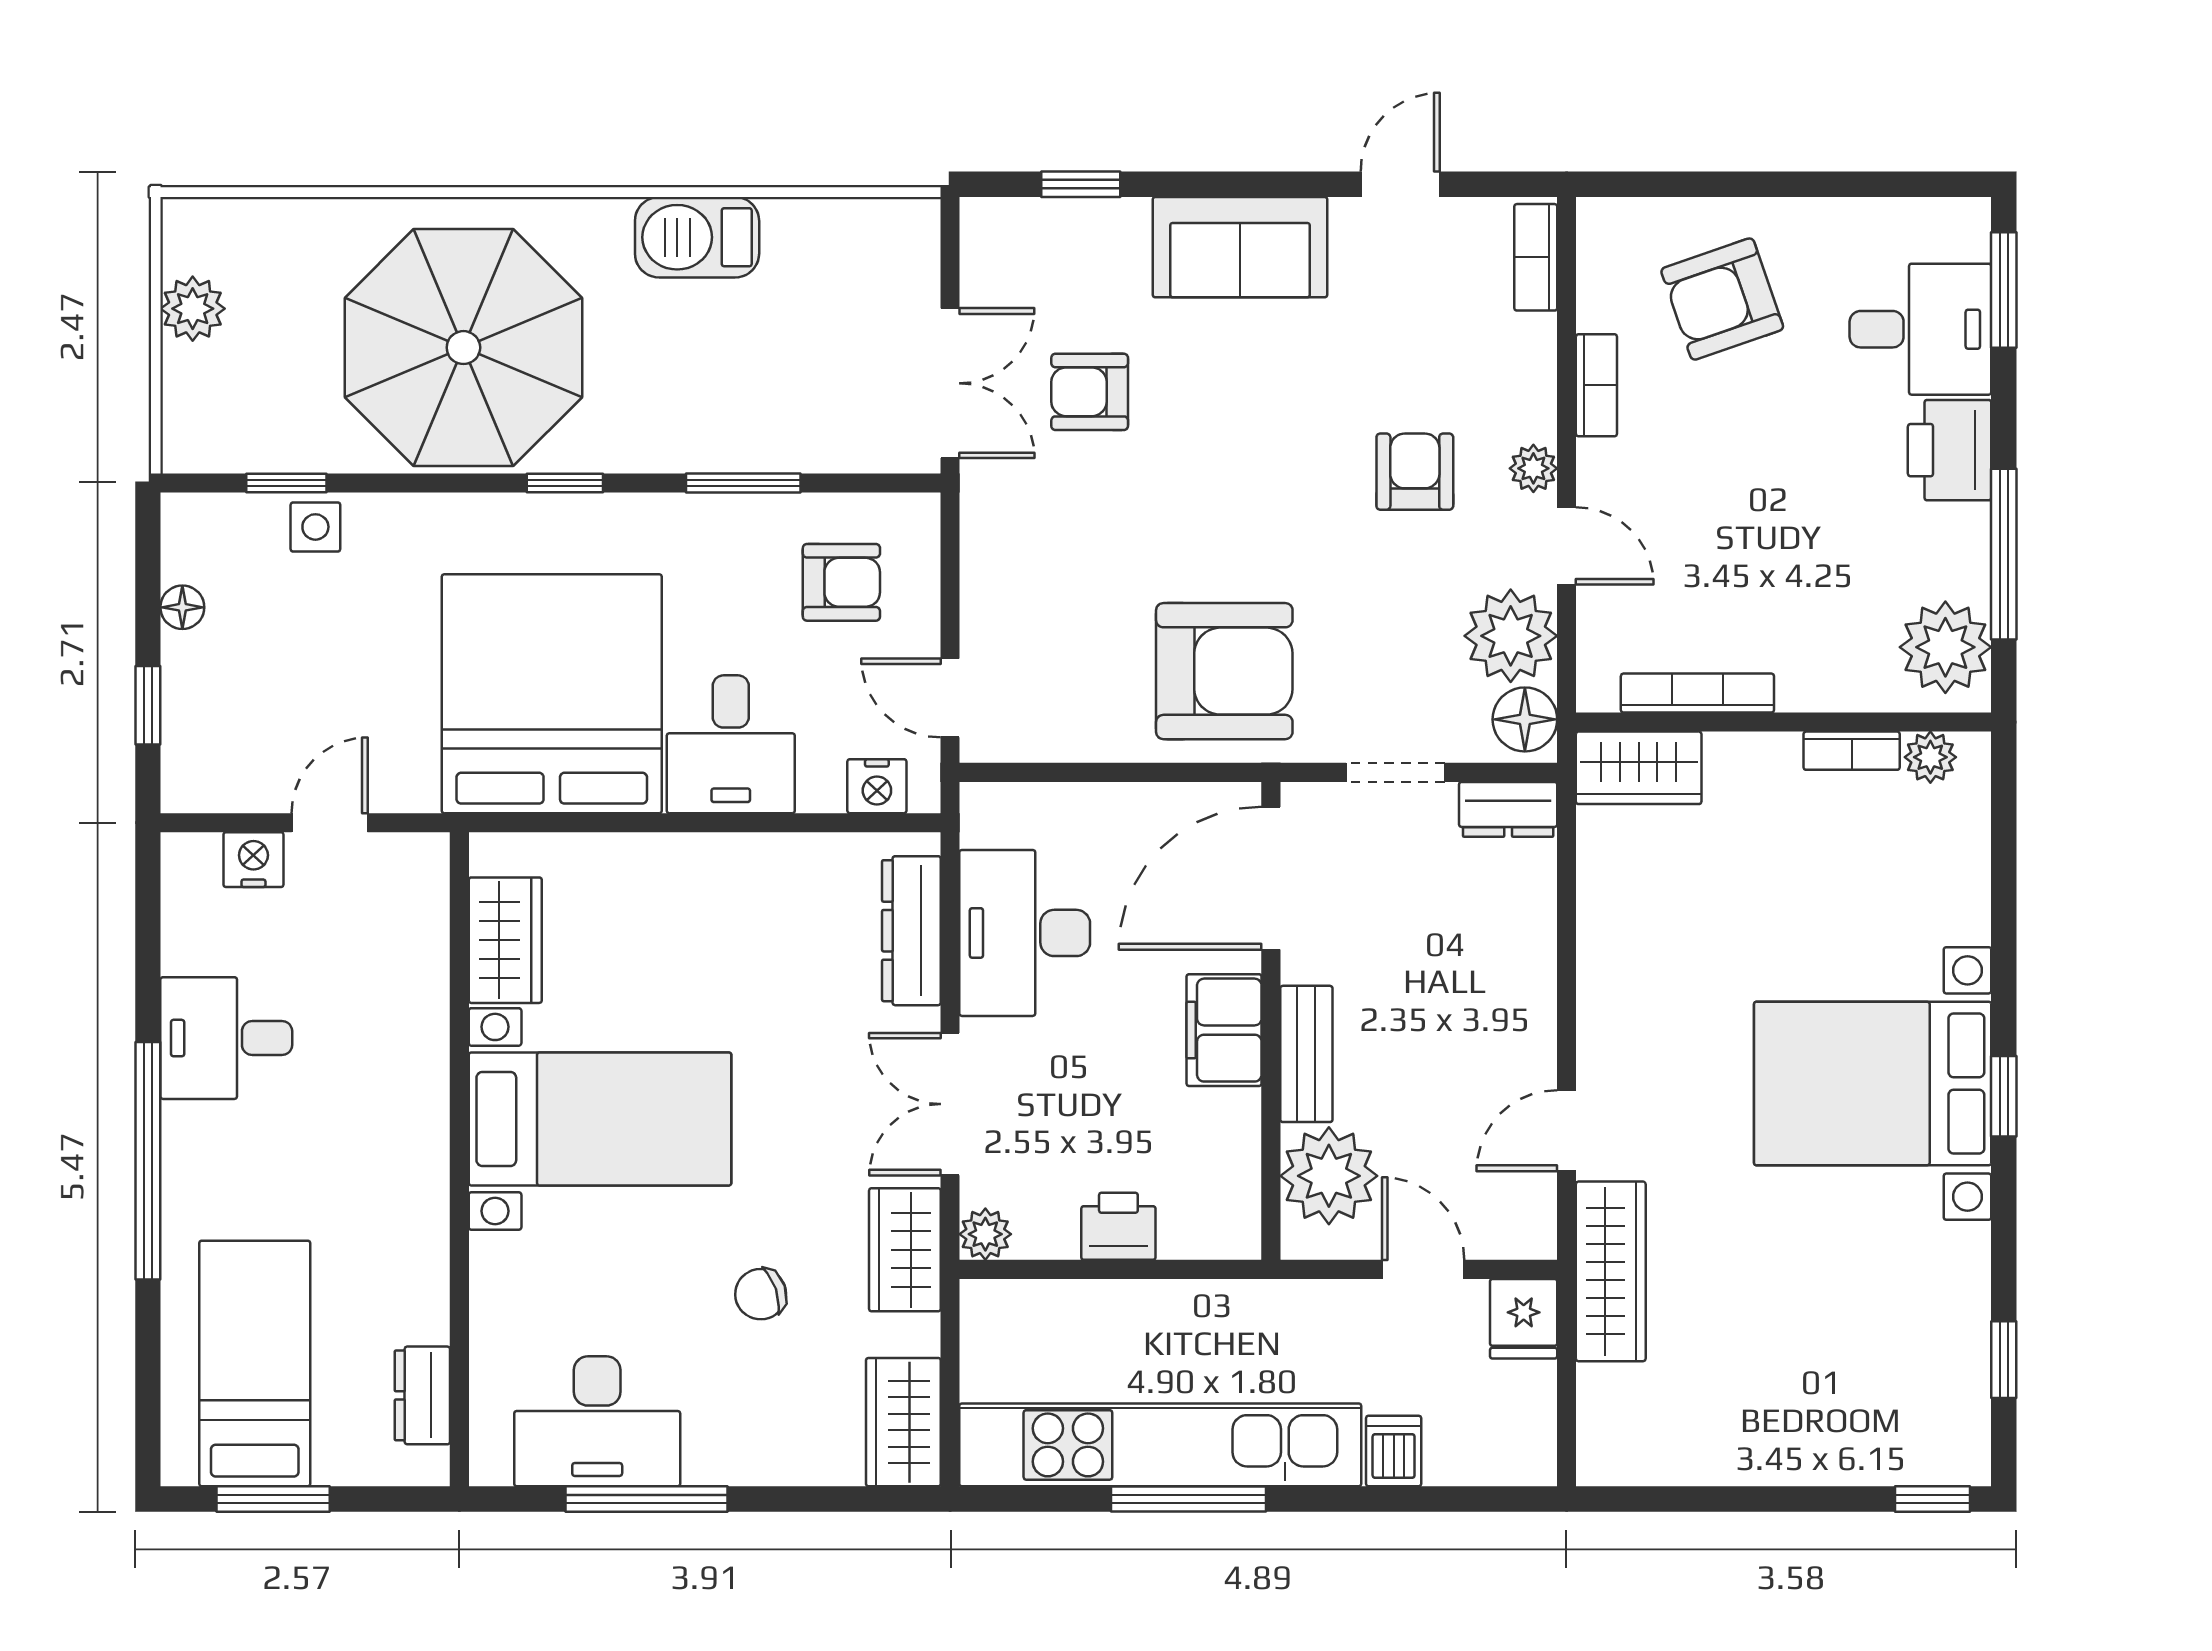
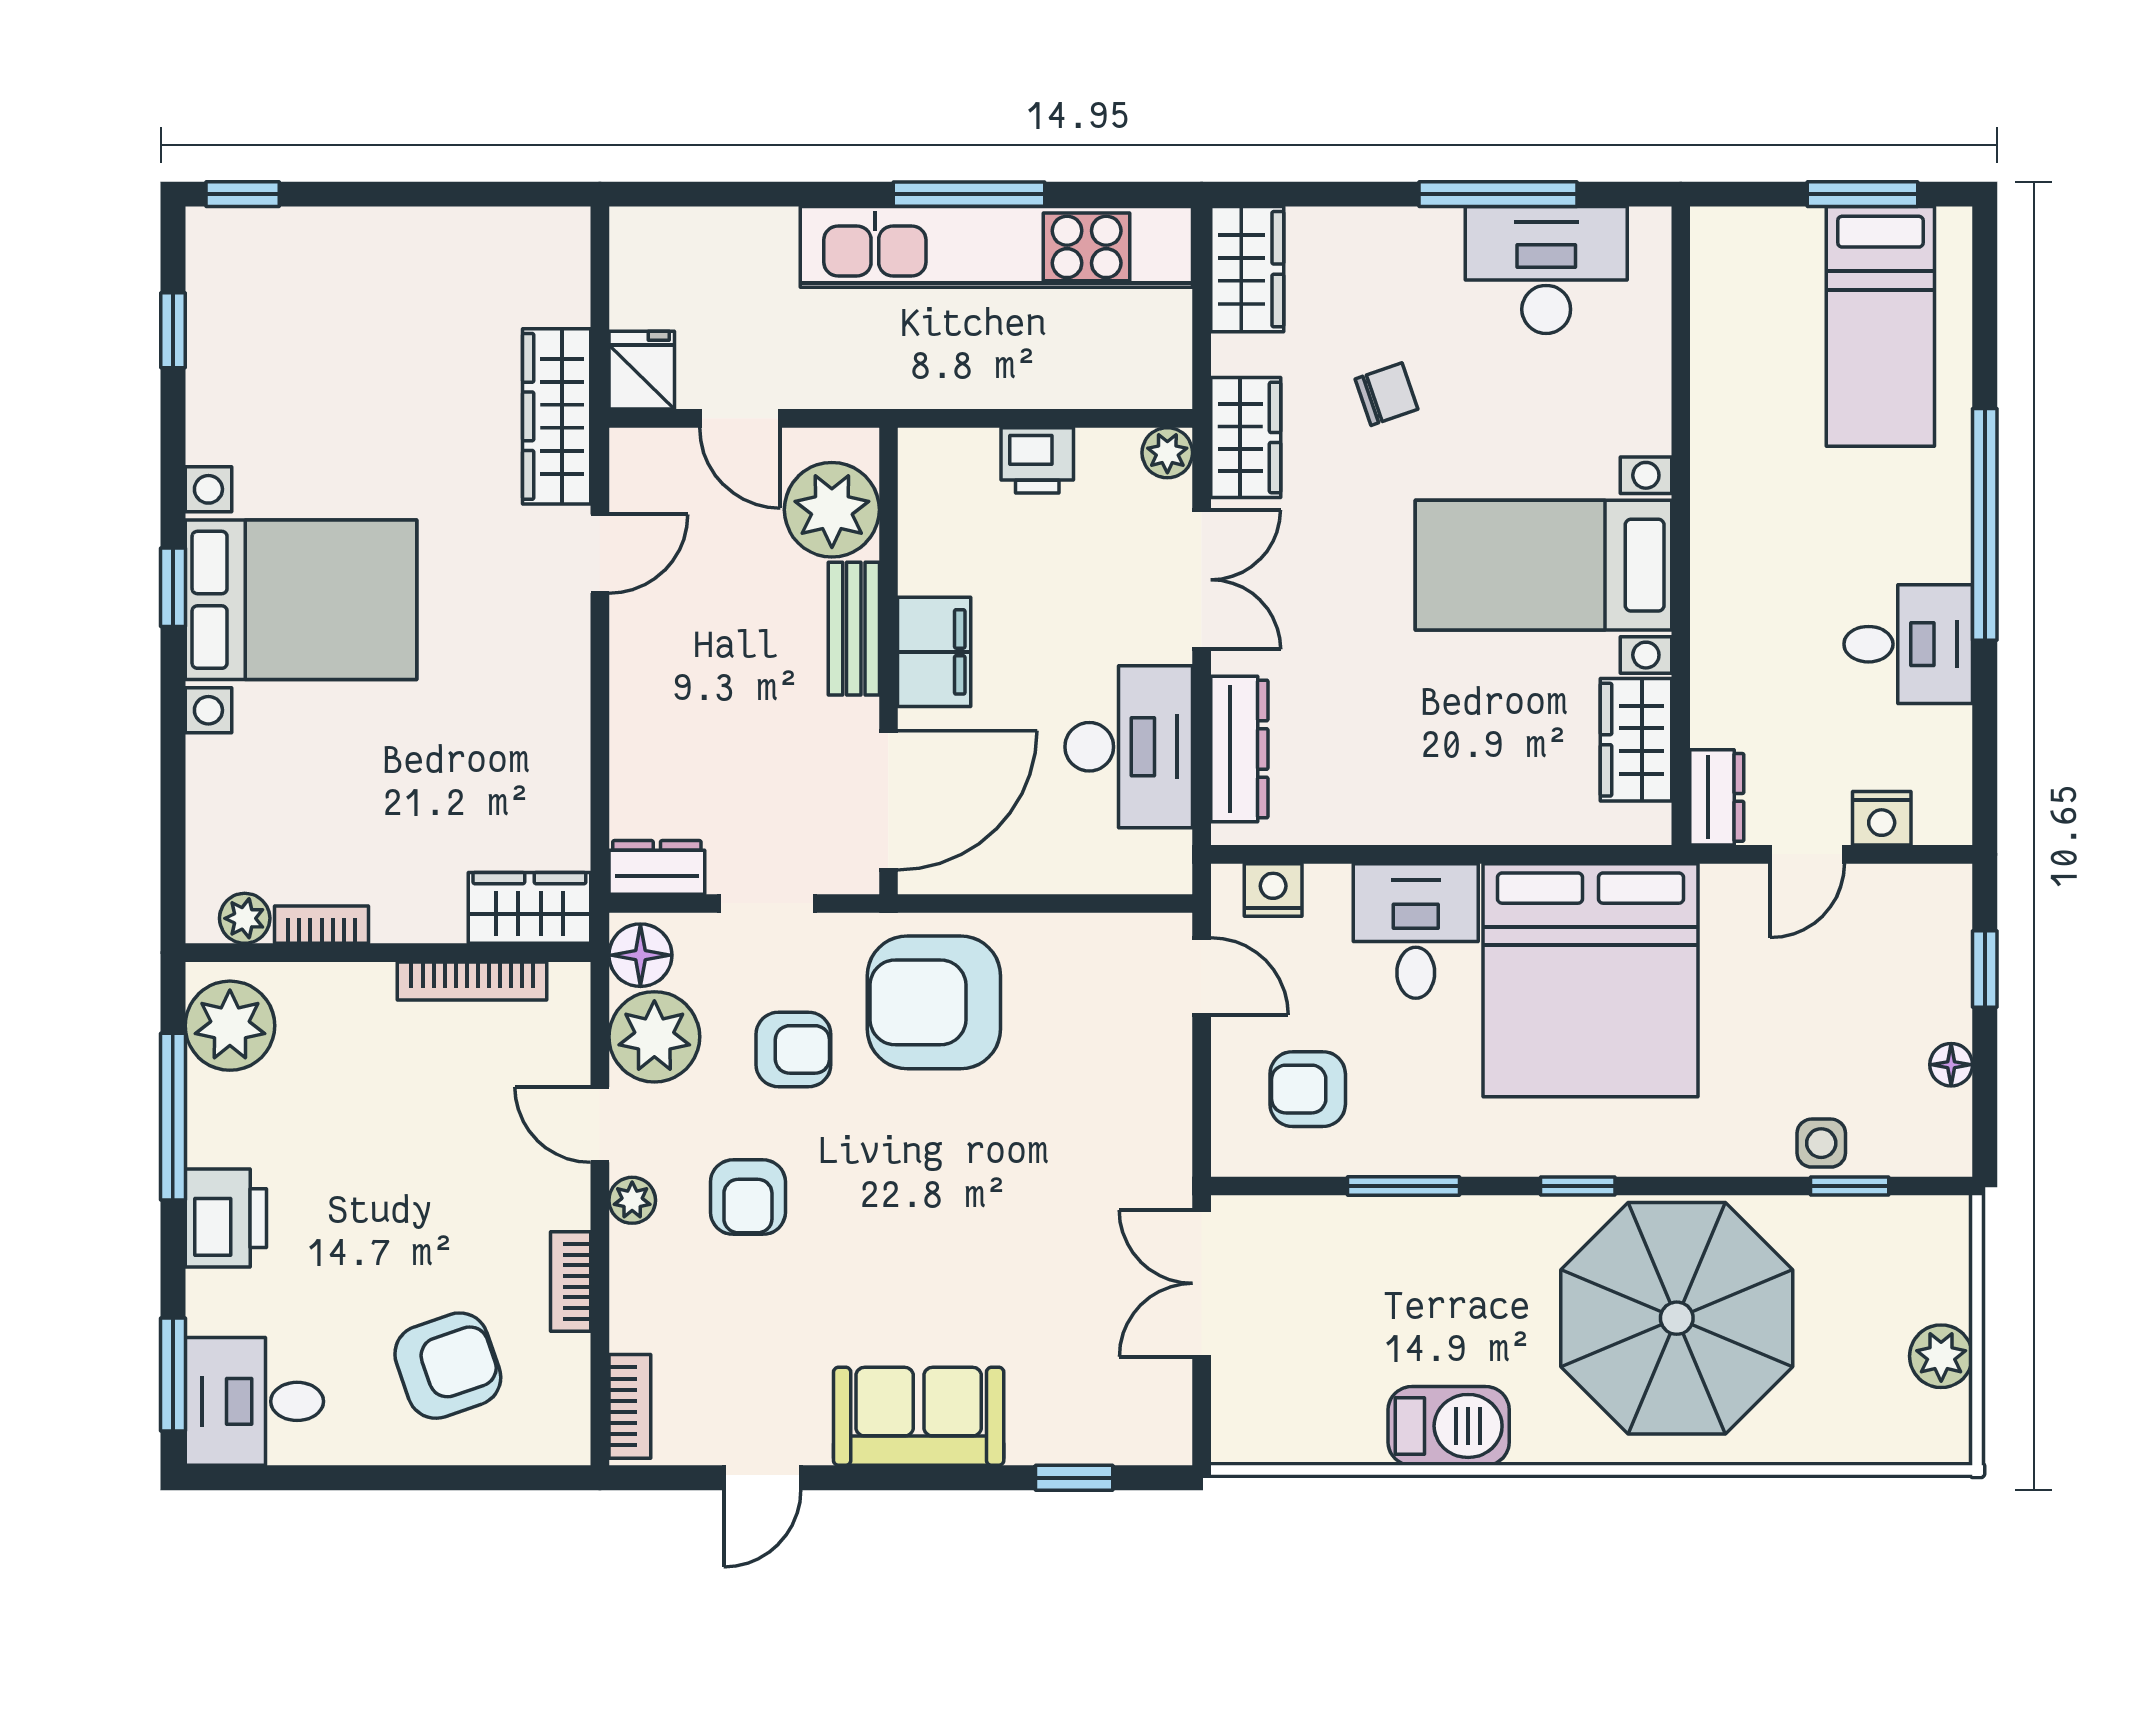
desk: (1920, 329) -> (254, 1401), moved
armchair: (1090, 392) -> (793, 1049), moved
dresser: (422, 1395) -> (1717, 797), moved
dishwasher: (1394, 1451) -> (769, 241), removed

